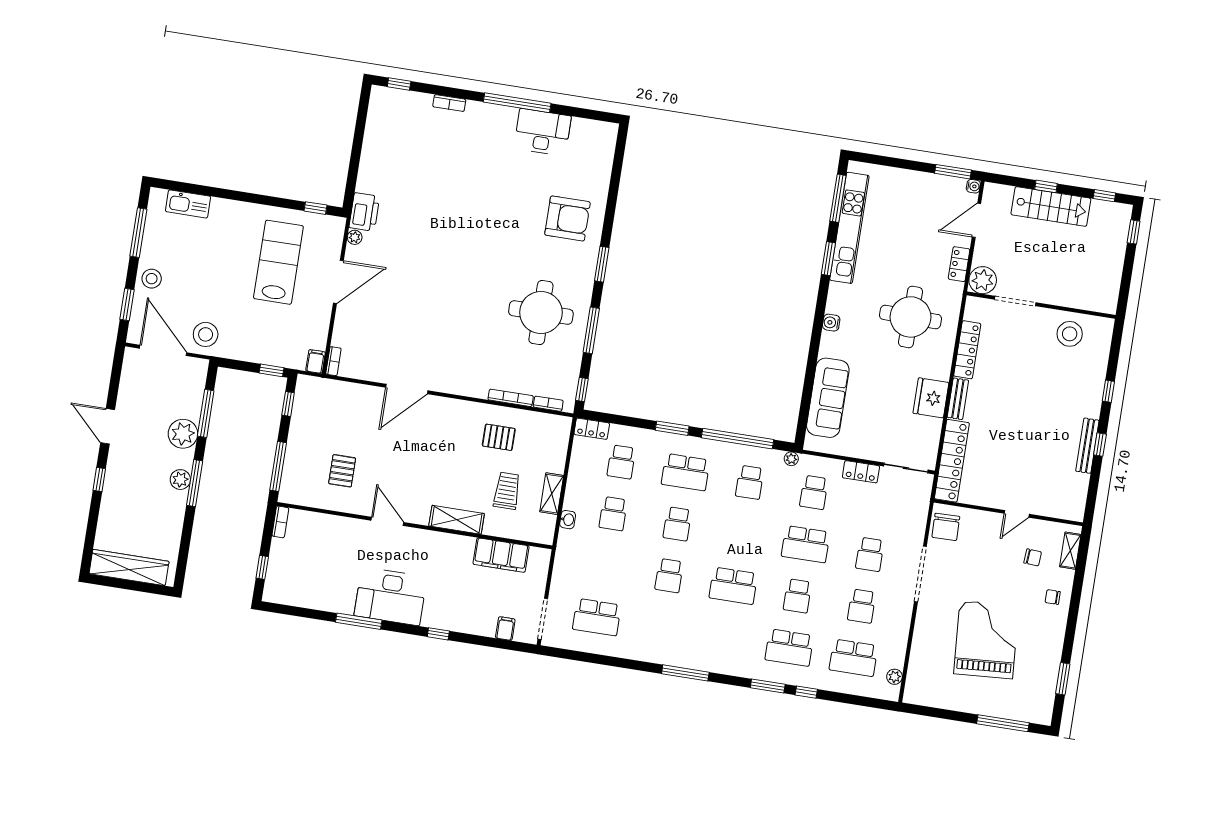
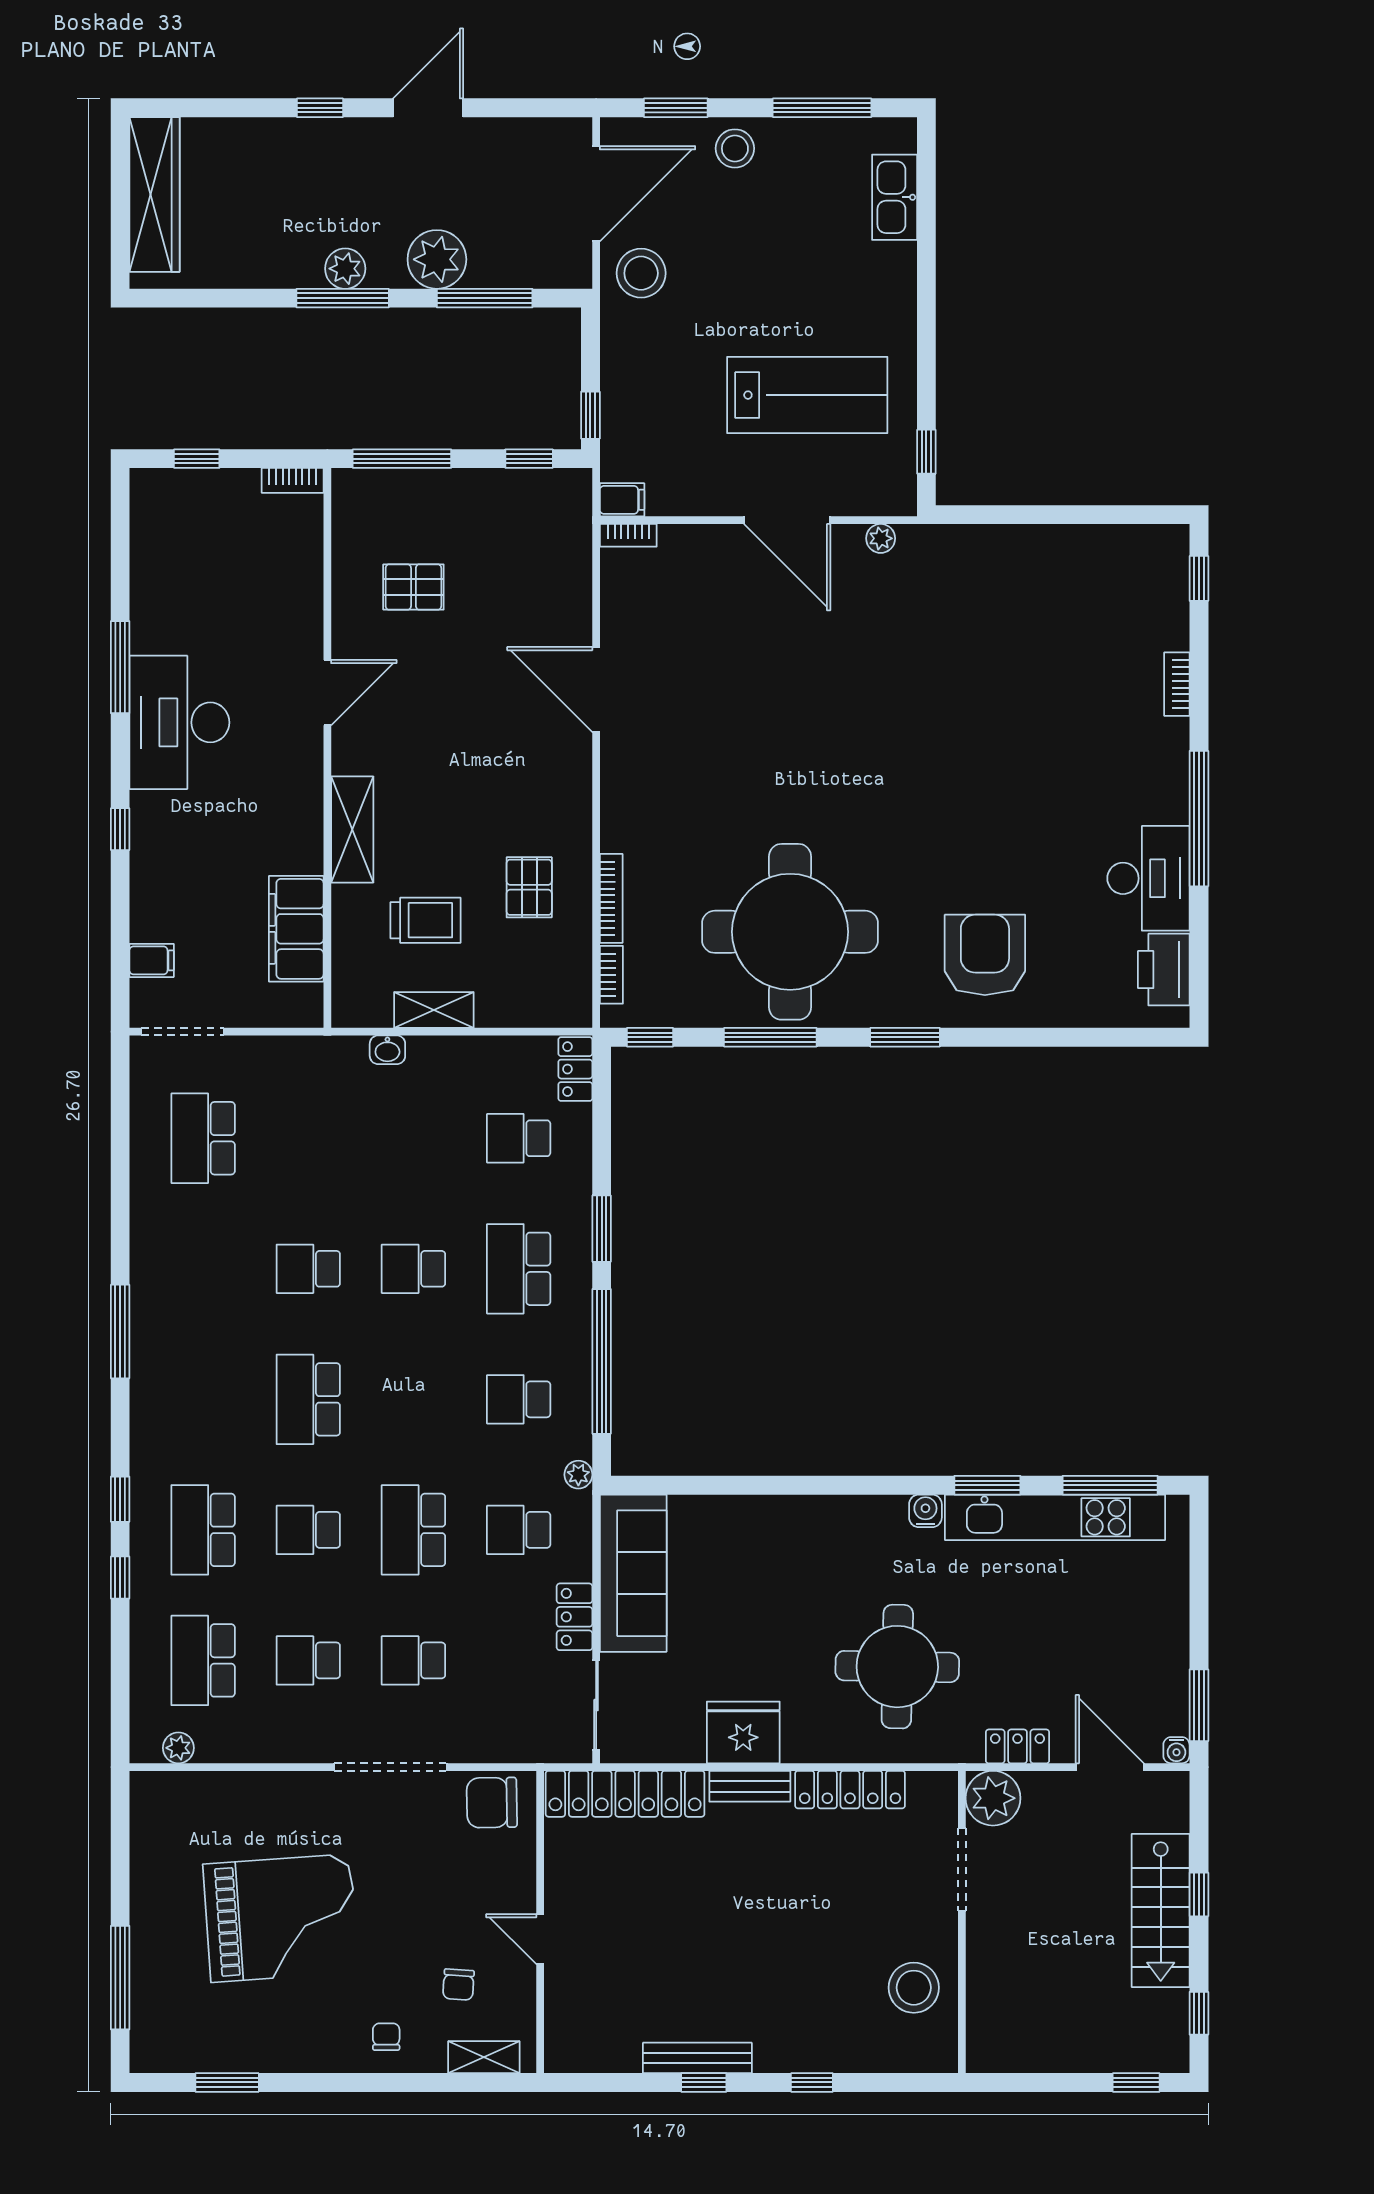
printer: (364, 212) -> (1164, 970), moved, turned 90
armchair: (567, 218) -> (985, 955), turned 180
round table: (541, 312) -> (790, 932), width x1.36, depth x1.36
water cooler: (831, 323) -> (925, 1511), moved
sofa: (828, 398) -> (633, 1573), moved, turned -90
school desk: (613, 514) -> (413, 1138), removed
window: (768, 686) -> (120, 1499), width x0.67

